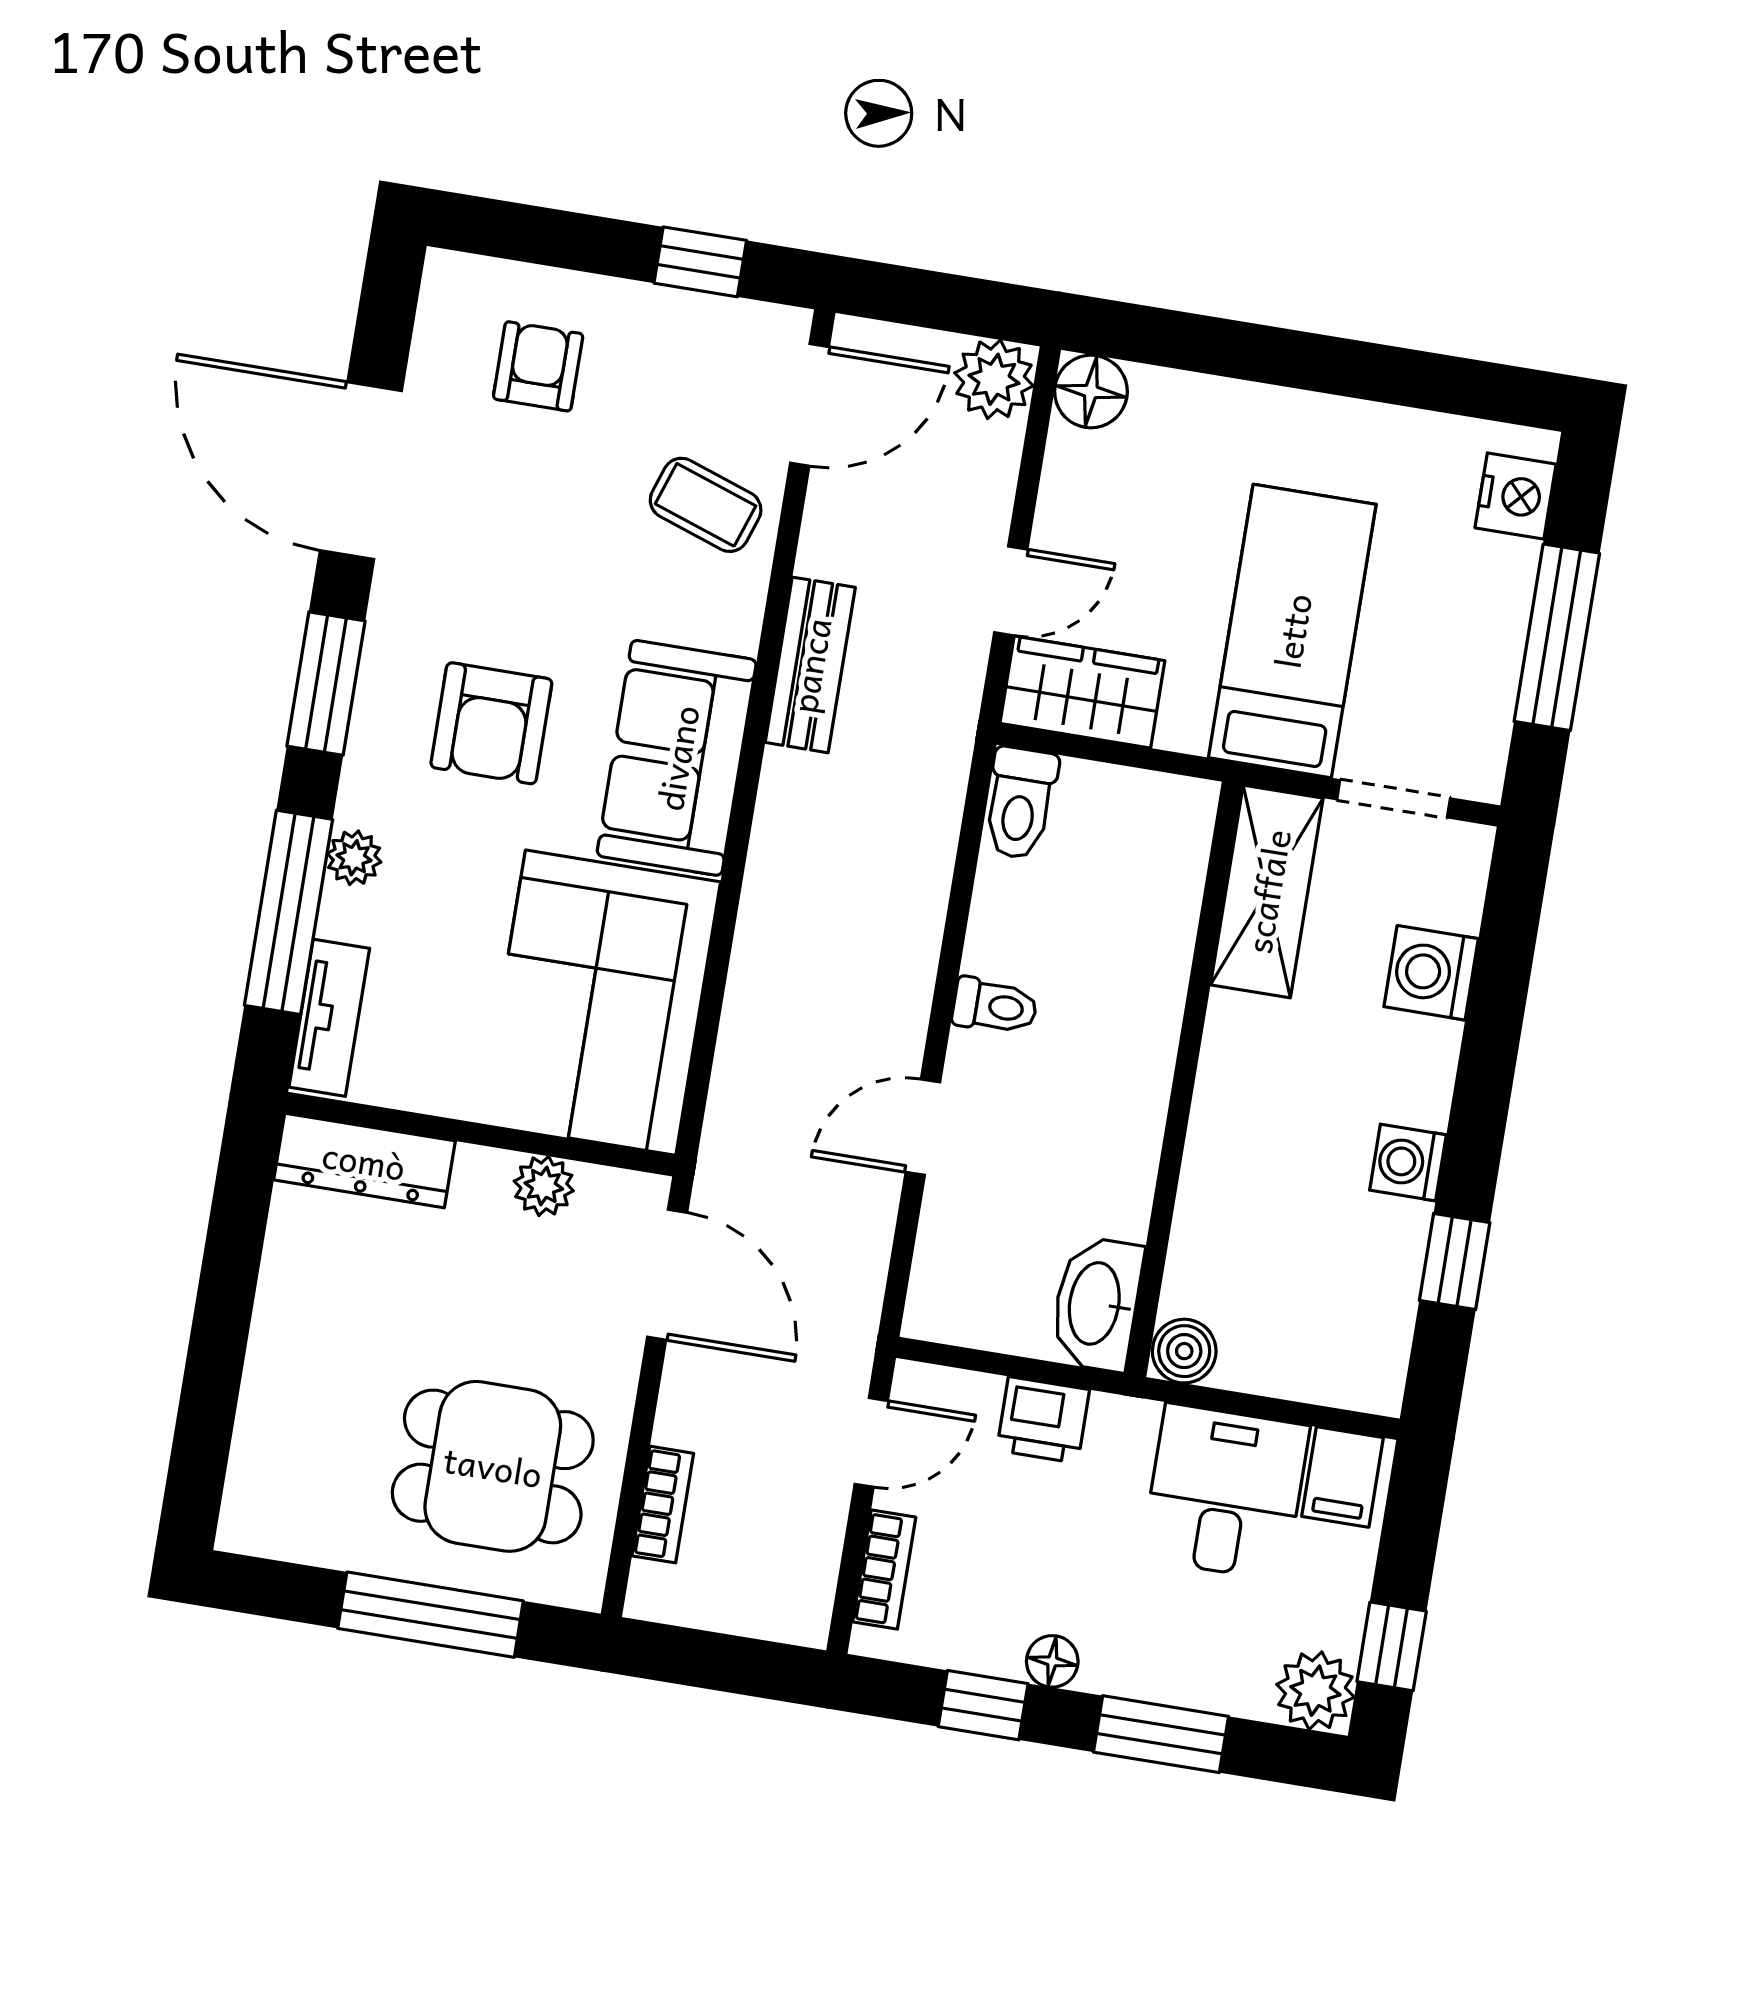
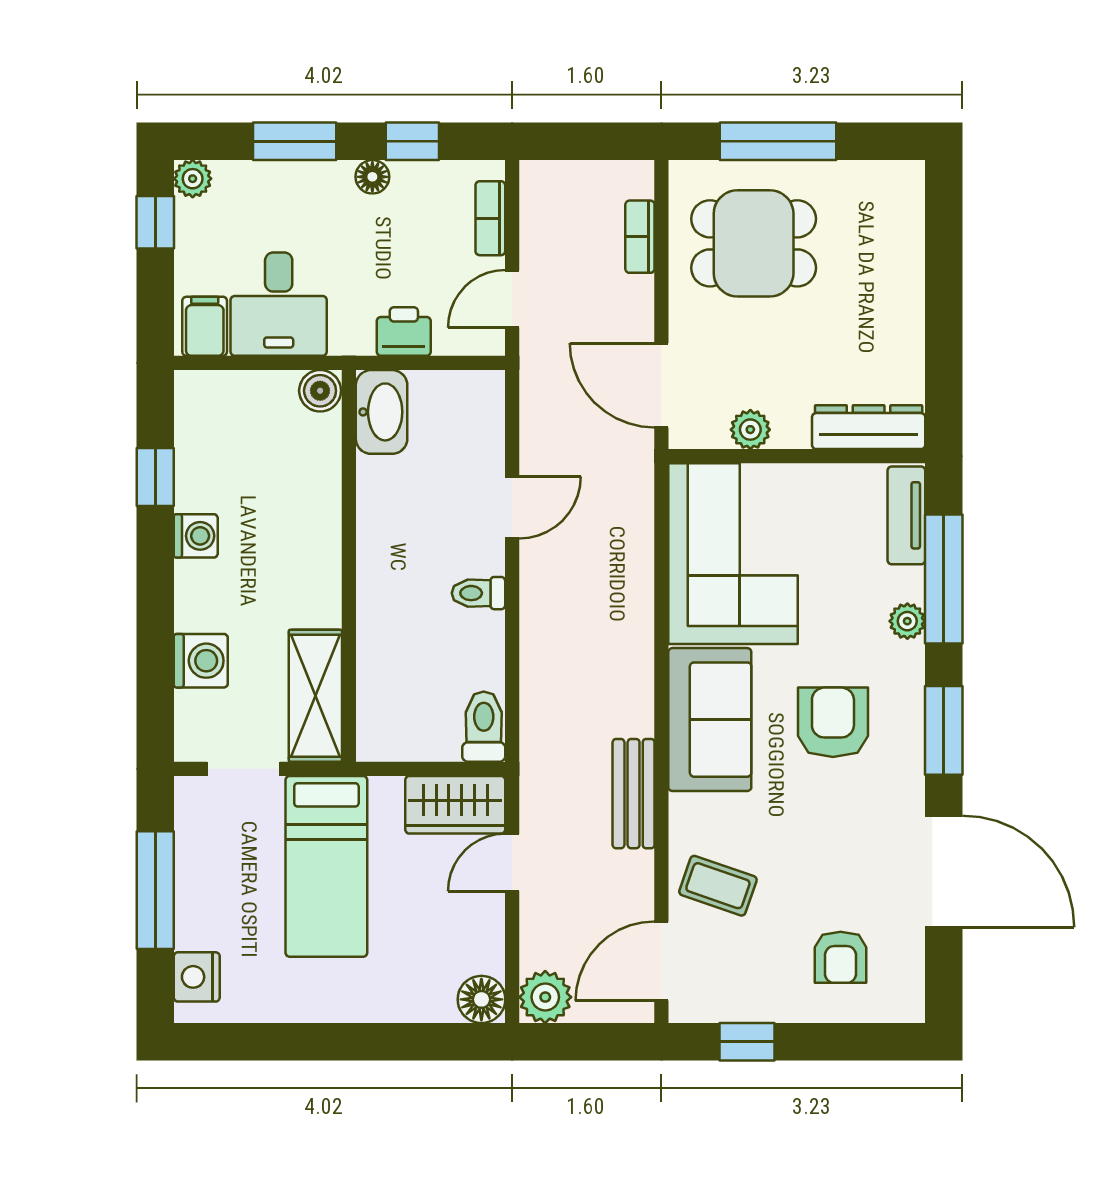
plant: (1315, 1691) -> (193, 179), width x0.73, depth x0.73

